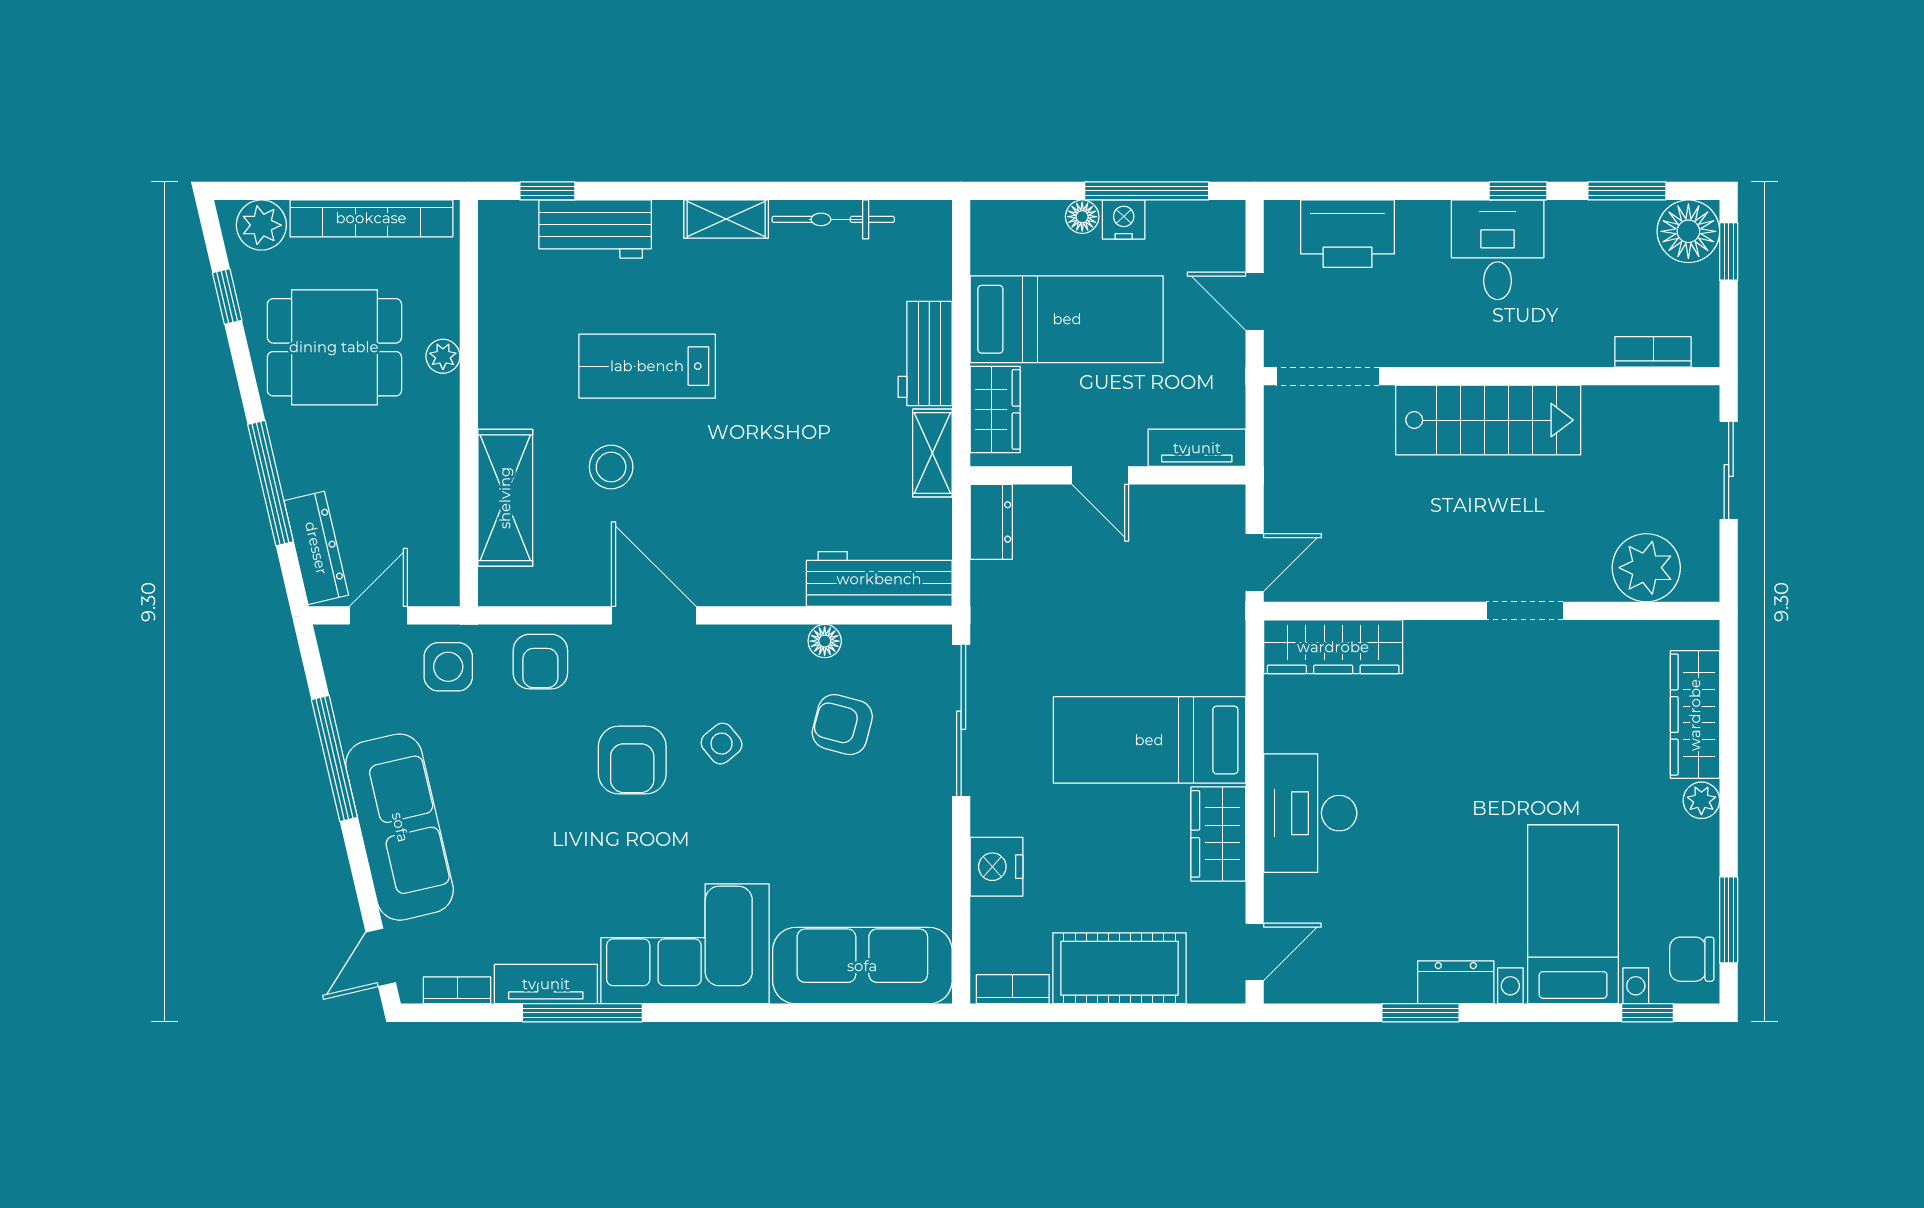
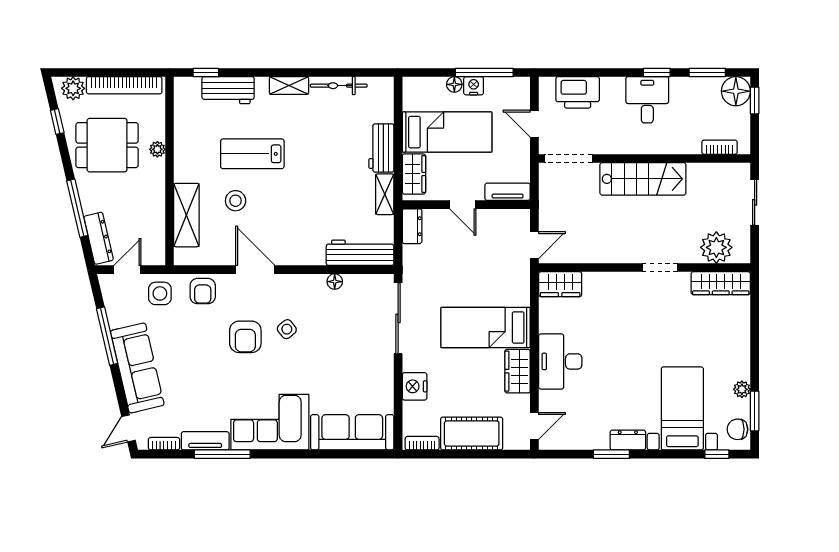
wardrobe: (1333, 647) -> (560, 284), width x0.67
wardrobe: (1695, 715) -> (721, 283), moved, turned -90
armchair: (842, 725) -> (343, 320), removed
plant: (1701, 800) -> (742, 389), moved

